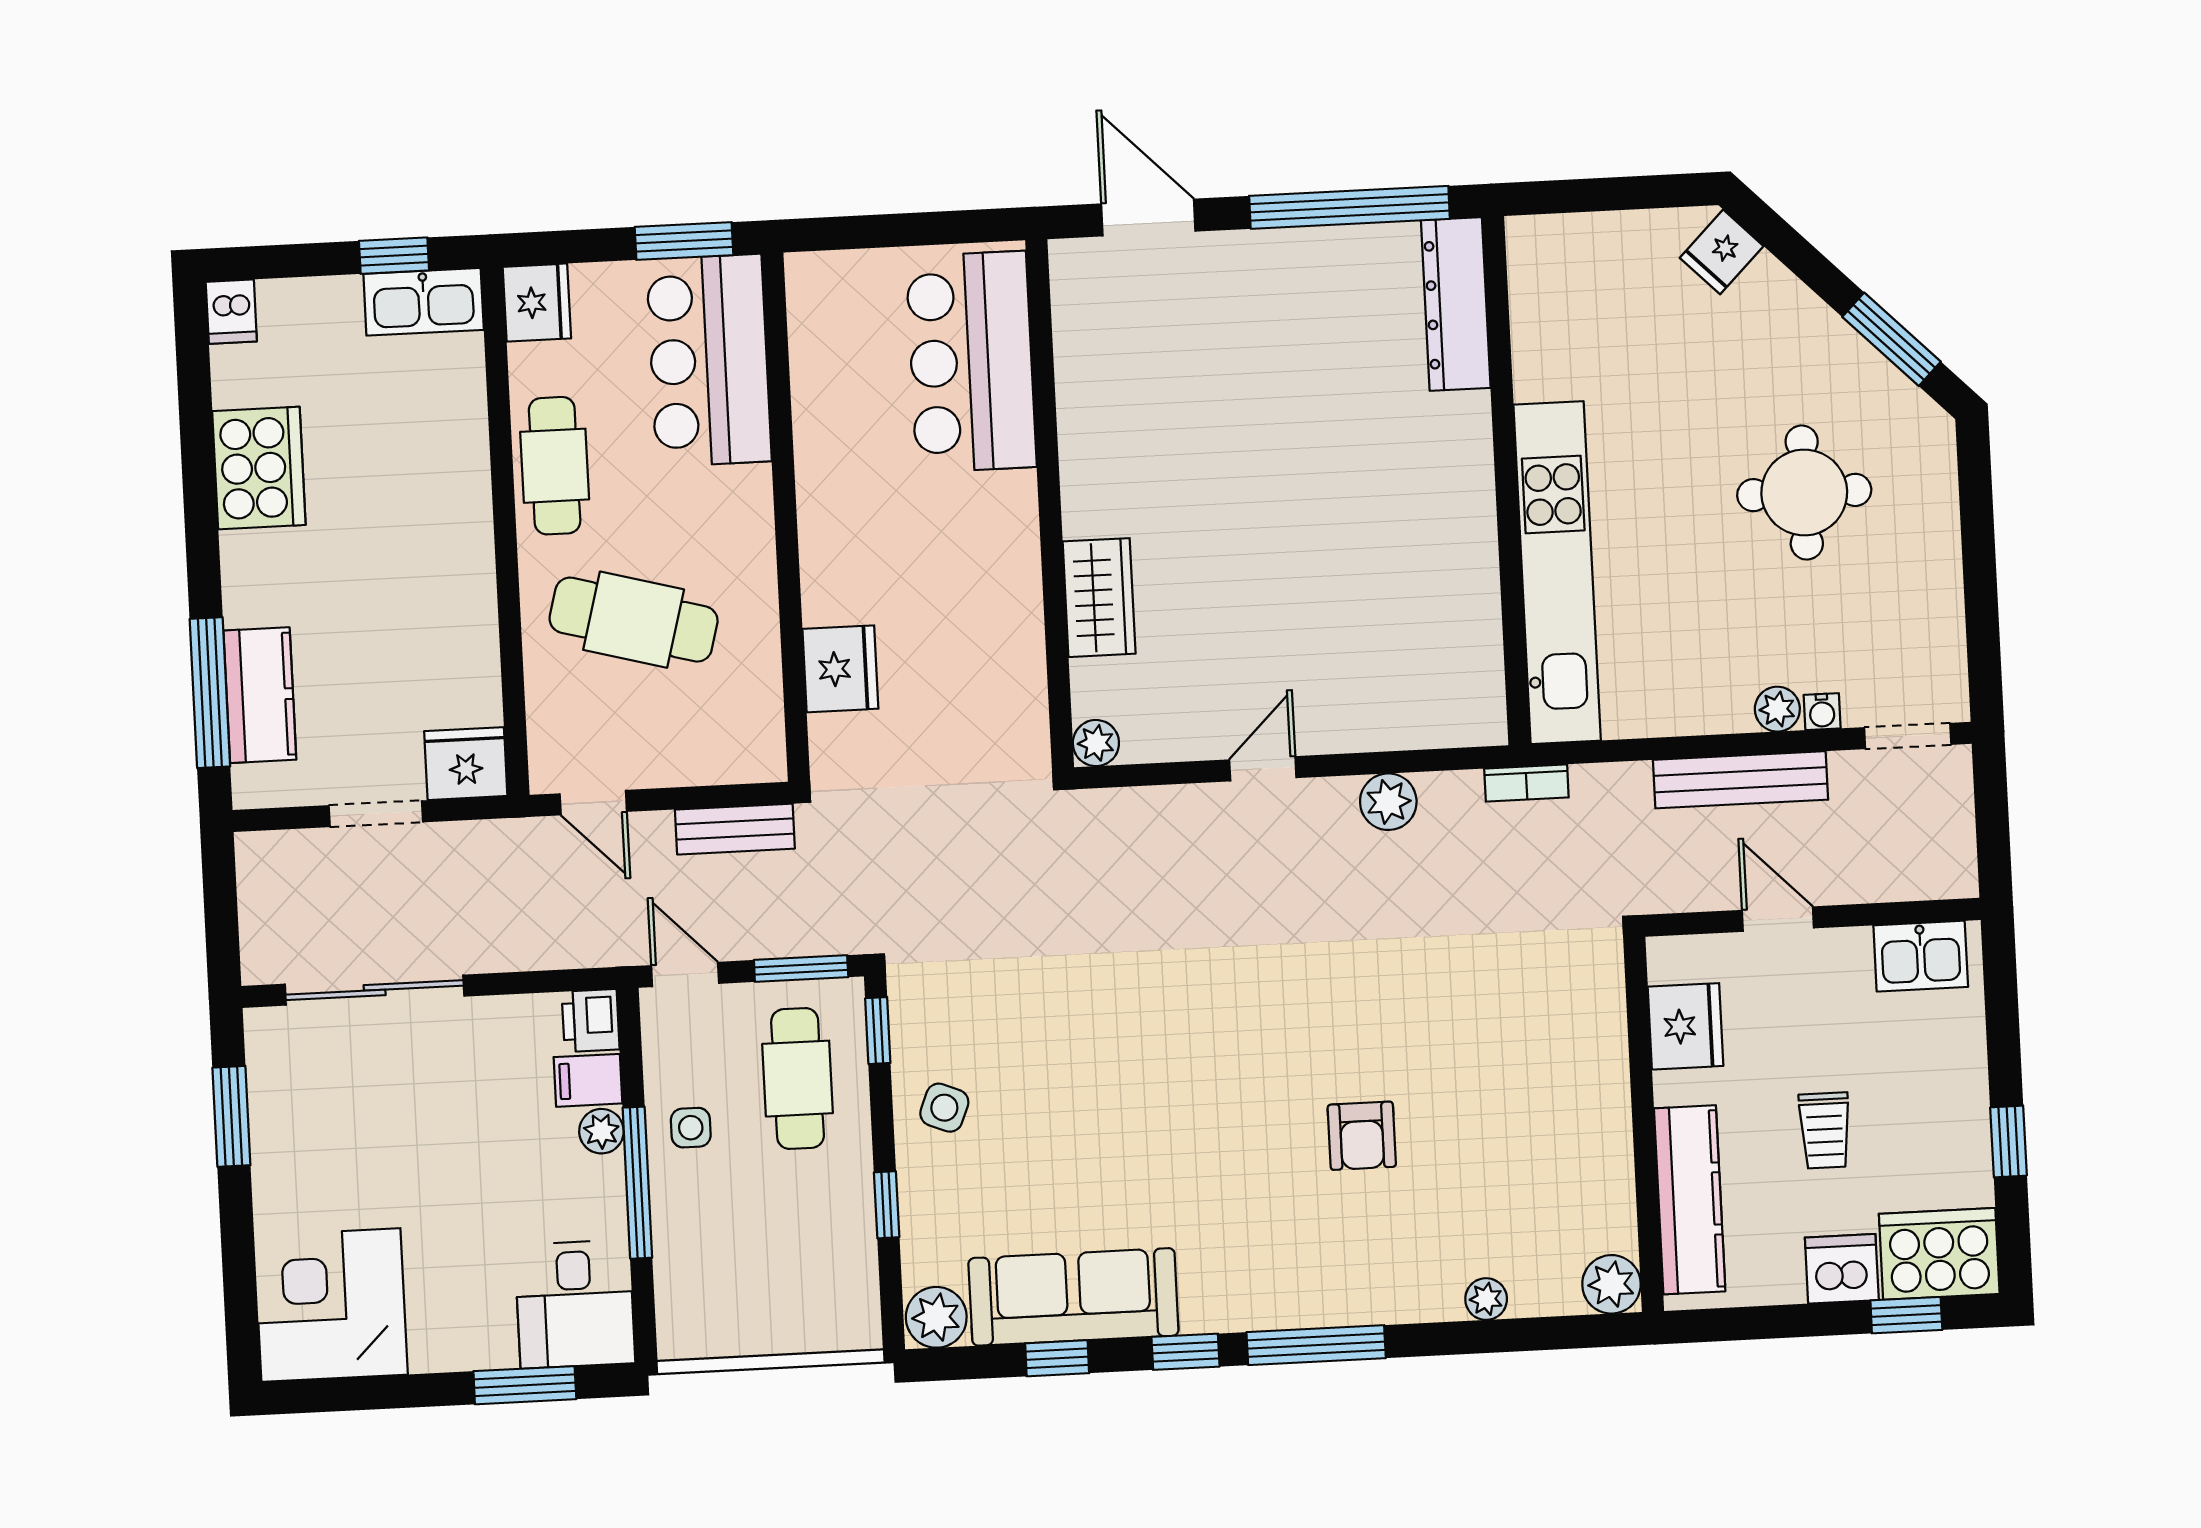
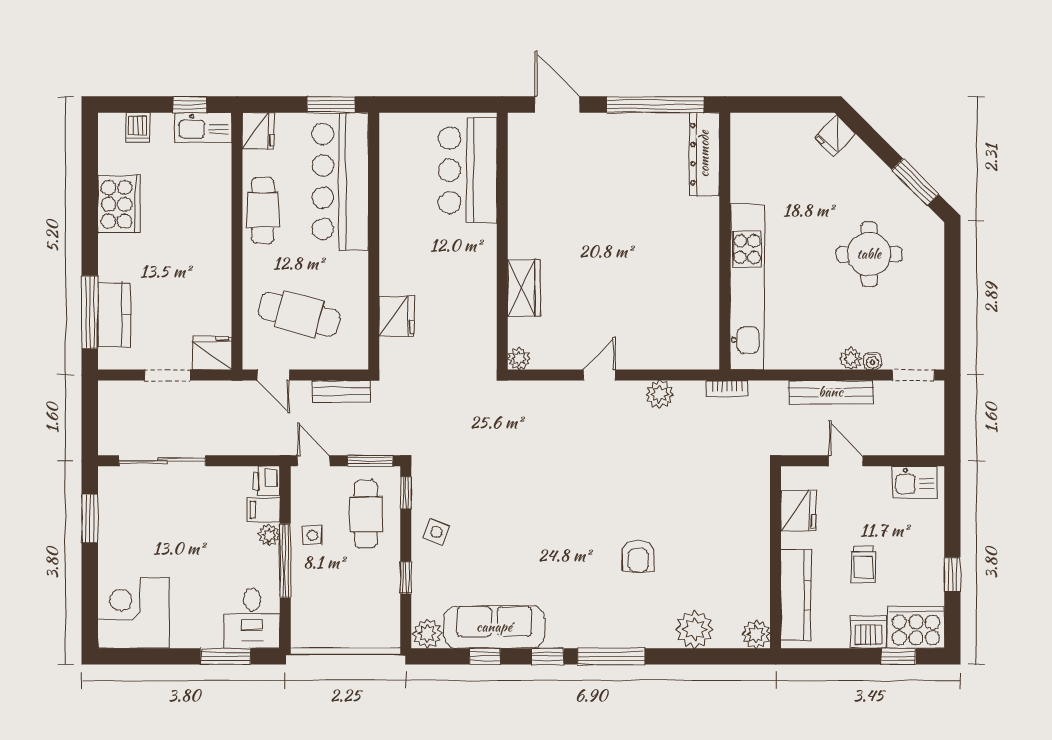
dishwasher: (231, 312) -> (138, 128), moved
bar counter: (709, 360) -> (340, 181), width x1.36
cafe table: (634, 620) -> (299, 314), moved
plant: (1486, 1299) -> (695, 629), width x1.87, depth x1.87

